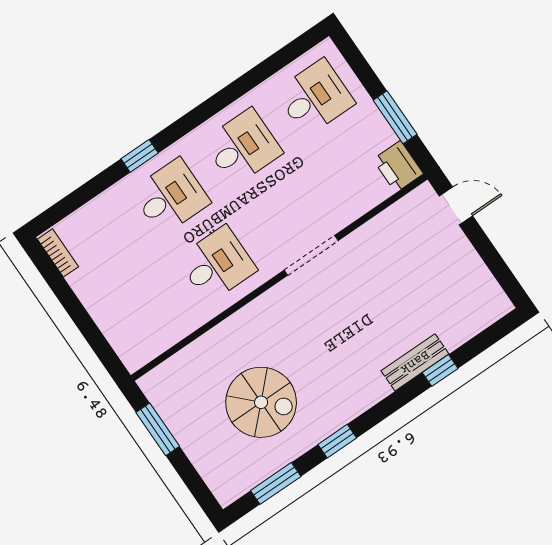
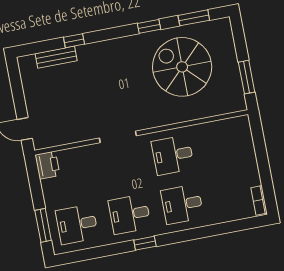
window: (395, 117) -> (43, 225), moved
window: (140, 156) -> (145, 243), moved
bench: (415, 362) -> (56, 57), moved
spiral stairs: (261, 402) -> (182, 67), width x1.37, depth x1.37

